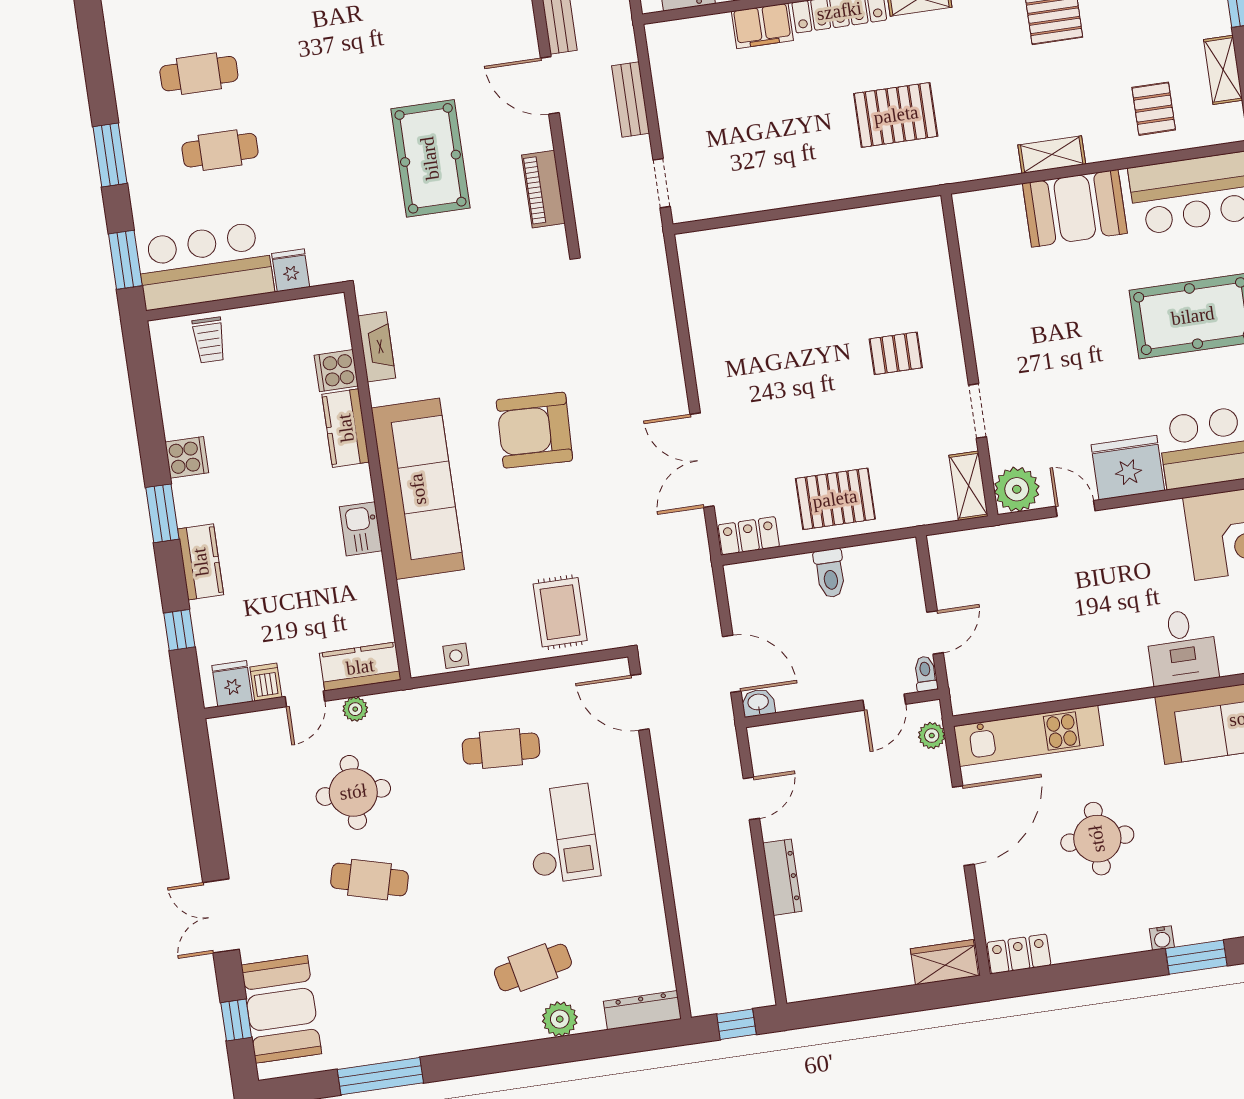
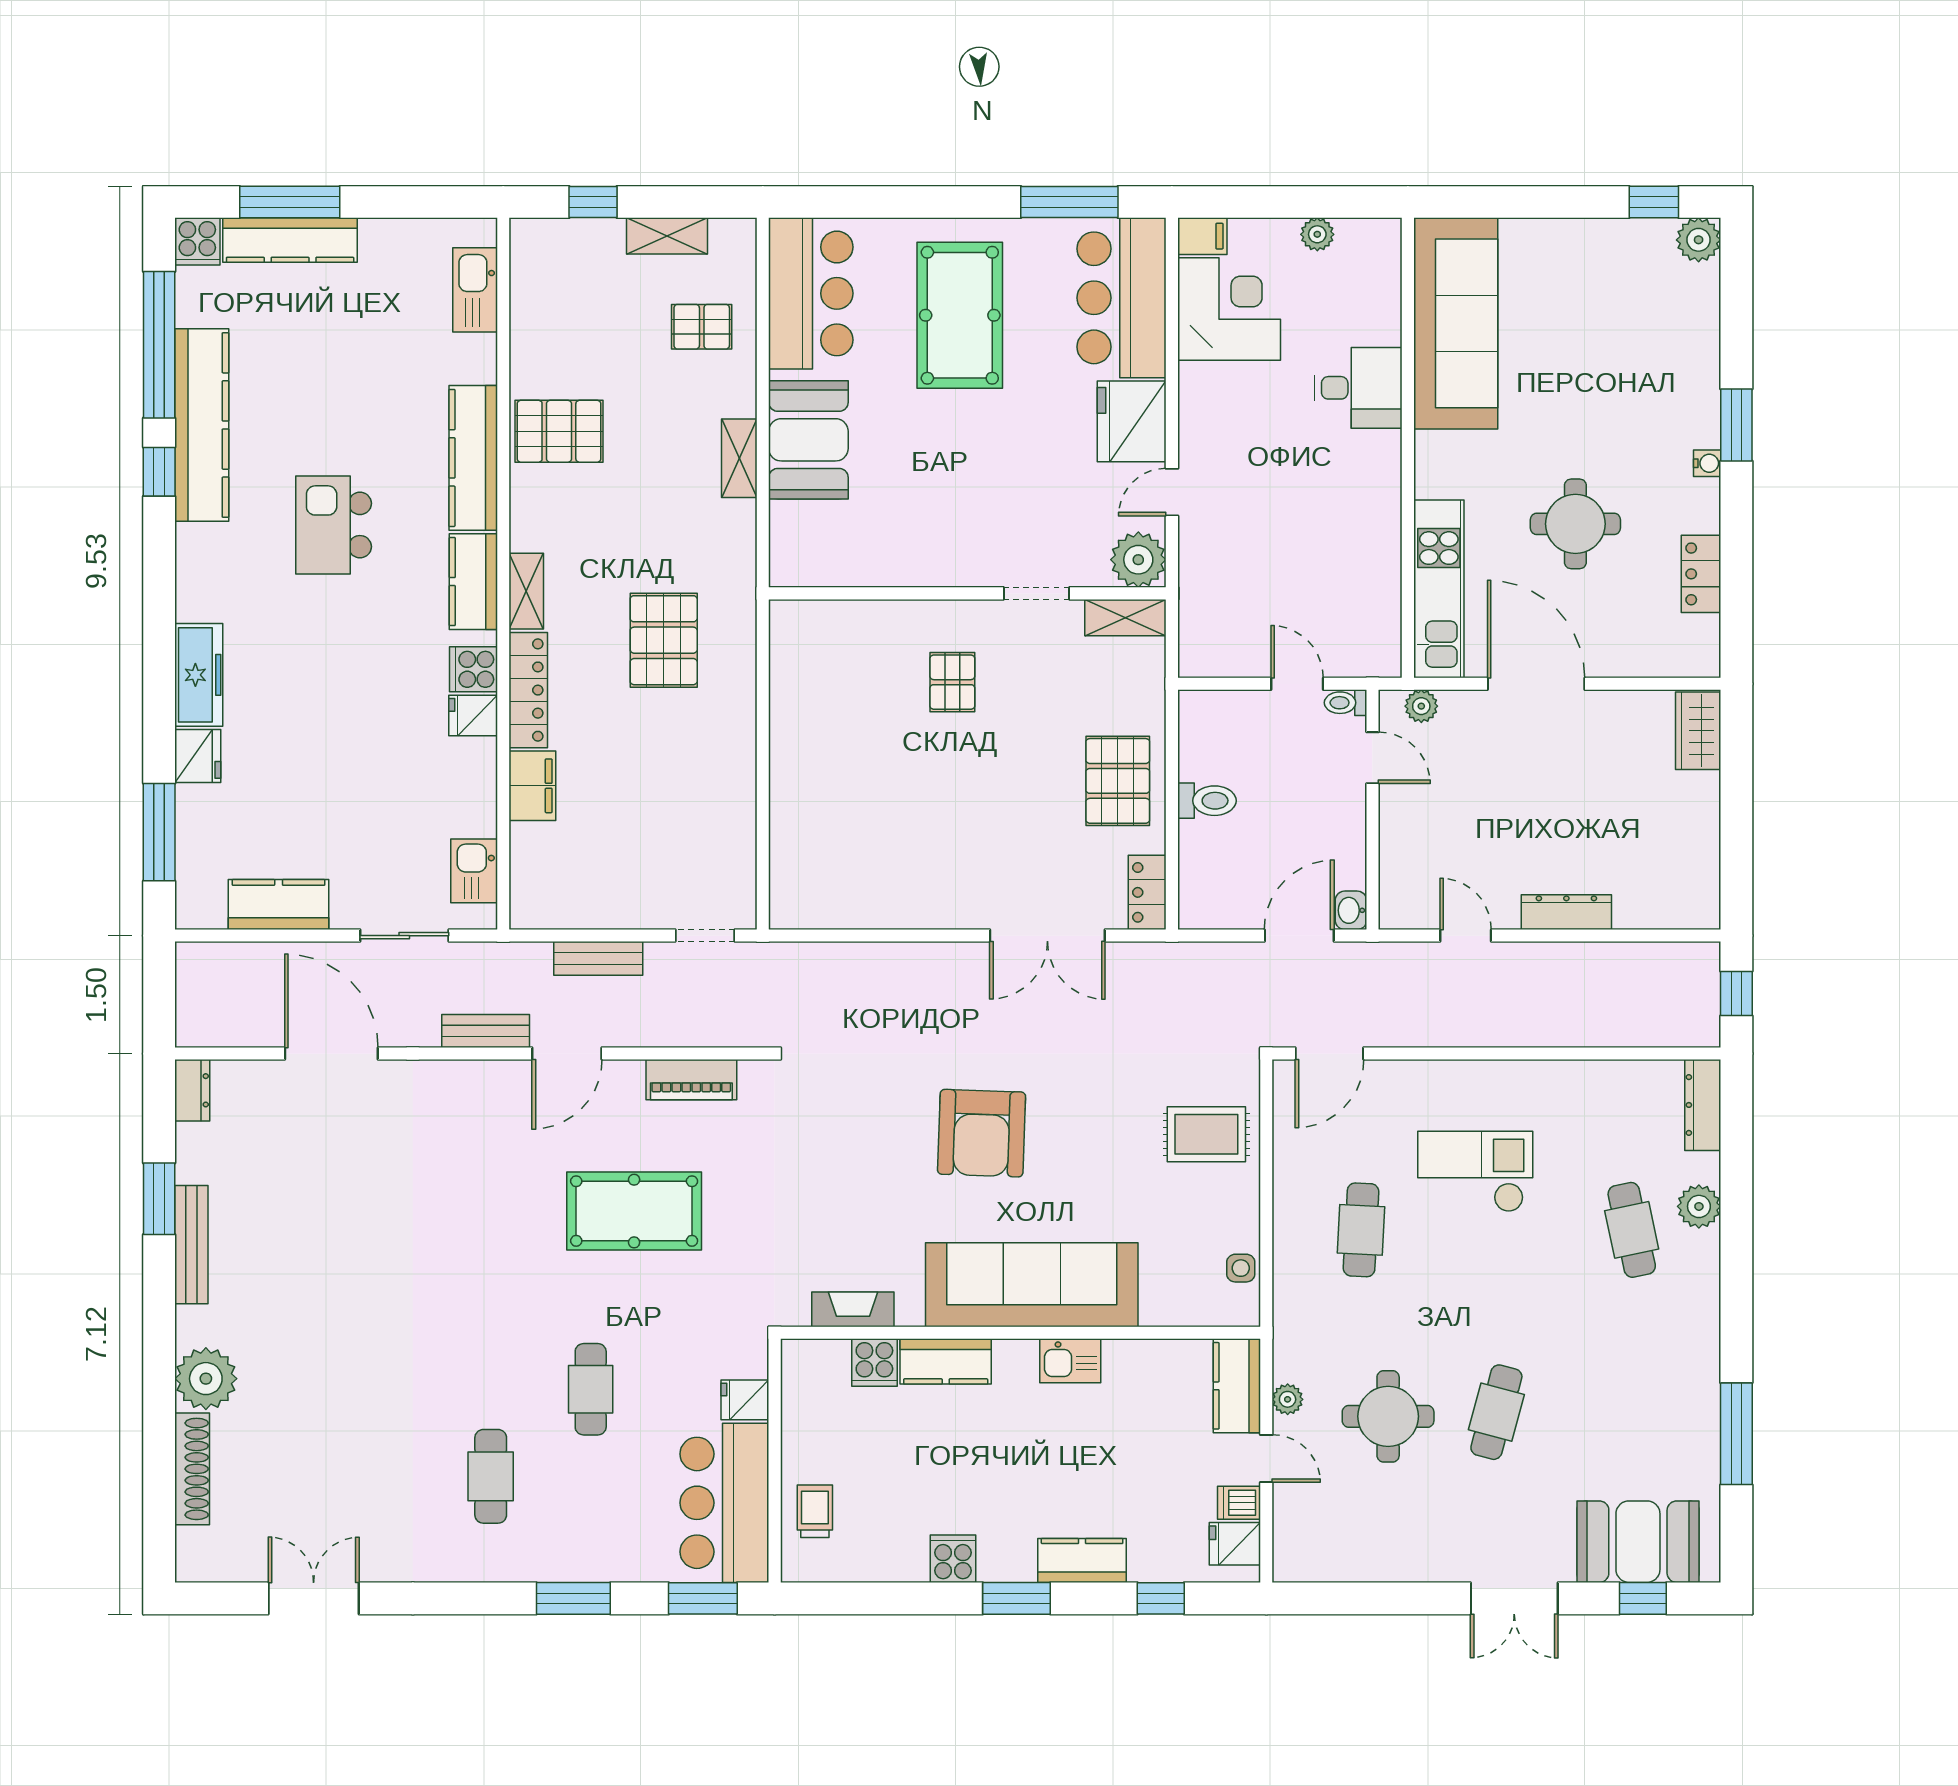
cafe table: (220, 150) -> (591, 1389), moved
trolley: (209, 340) -> (815, 1511), turned -90
locker: (1019, 954) -> (1701, 574), moved

